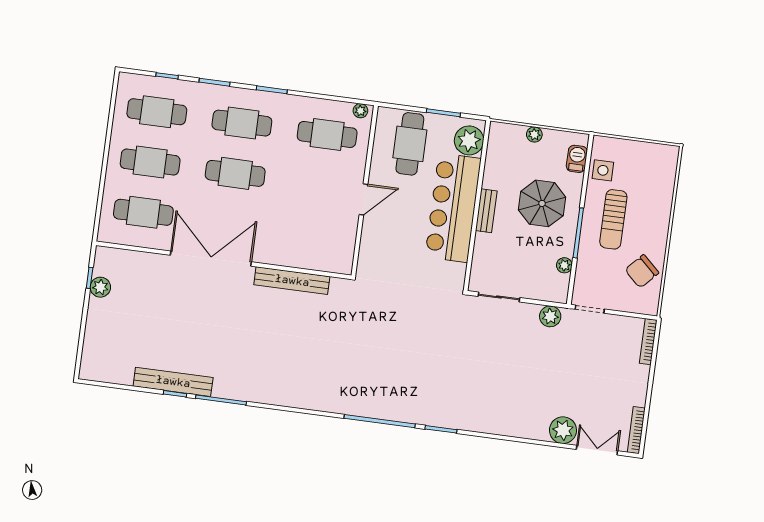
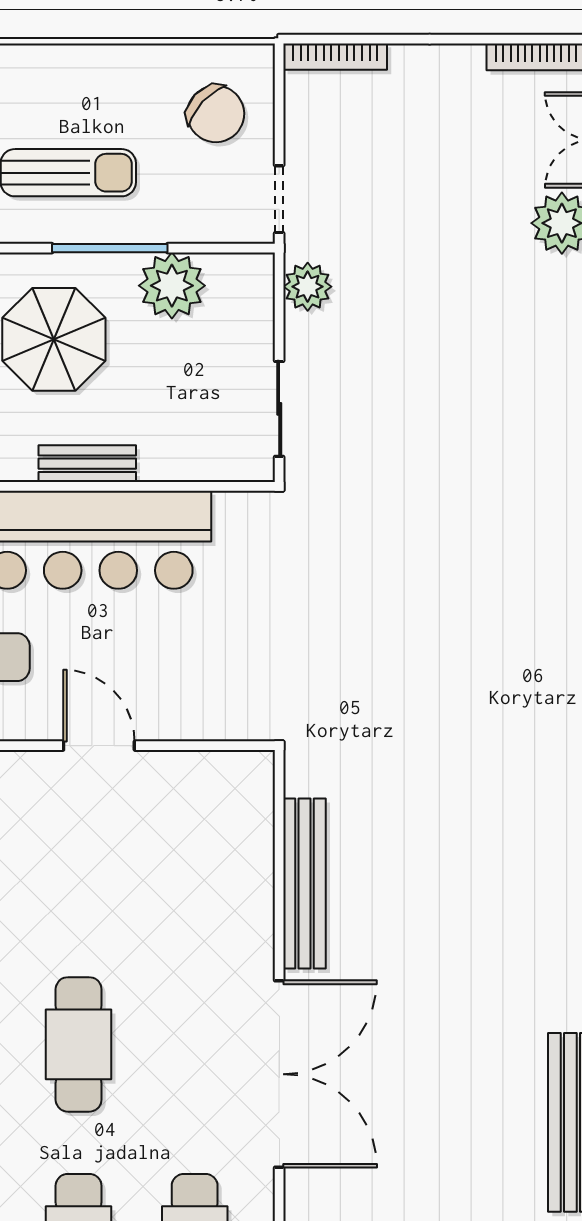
double door: (211, 259) -> (279, 1074), swing flipped
plant: (564, 265) -> (172, 286), width x1.87, depth x1.87
chair: (642, 271) -> (216, 114), moved

